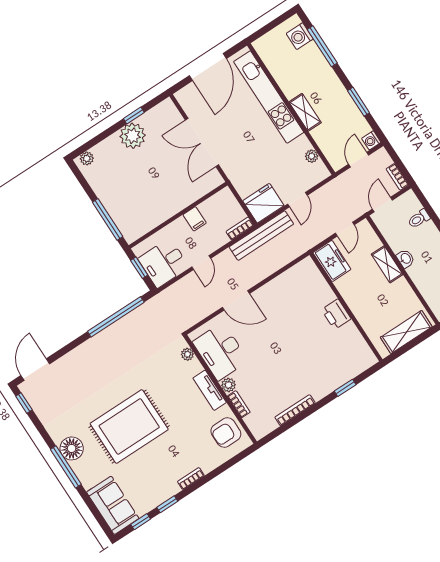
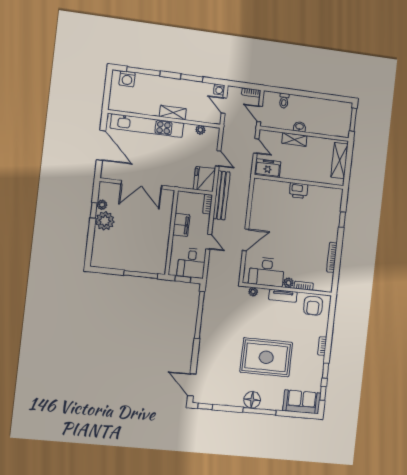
plant: (87, 158) -> (102, 205), moved
filing cabinet: (195, 219) -> (181, 225), width x2.00
rug: (129, 426) -> (266, 357), turned 90

